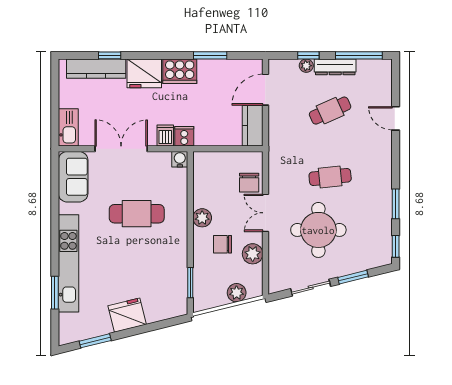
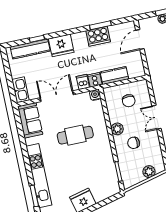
cooker: (180, 71) -> (98, 36), moved
kitchen counter: (253, 126) -> (114, 75), moved, turned 90
chair: (249, 183) -> (129, 101), moved
plant: (253, 254) -> (154, 145), removed

